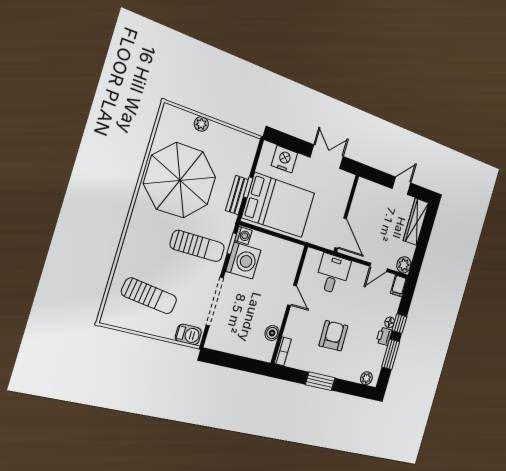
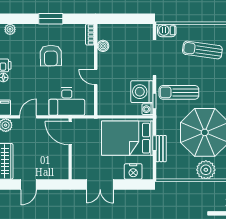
plant: (201, 124) -> (206, 170), width x1.88, depth x1.88
bench: (237, 195) -> (161, 149), moved
desk: (333, 274) -> (67, 101), width x1.37

